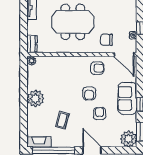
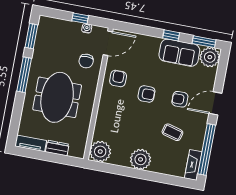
dresser: (32, 44) -> (57, 148), moved
plant: (32, 61) -> (100, 152), width x1.87, depth x1.87
sofa: (127, 99) -> (179, 53), moved
armchair: (100, 114) -> (180, 99), moved

